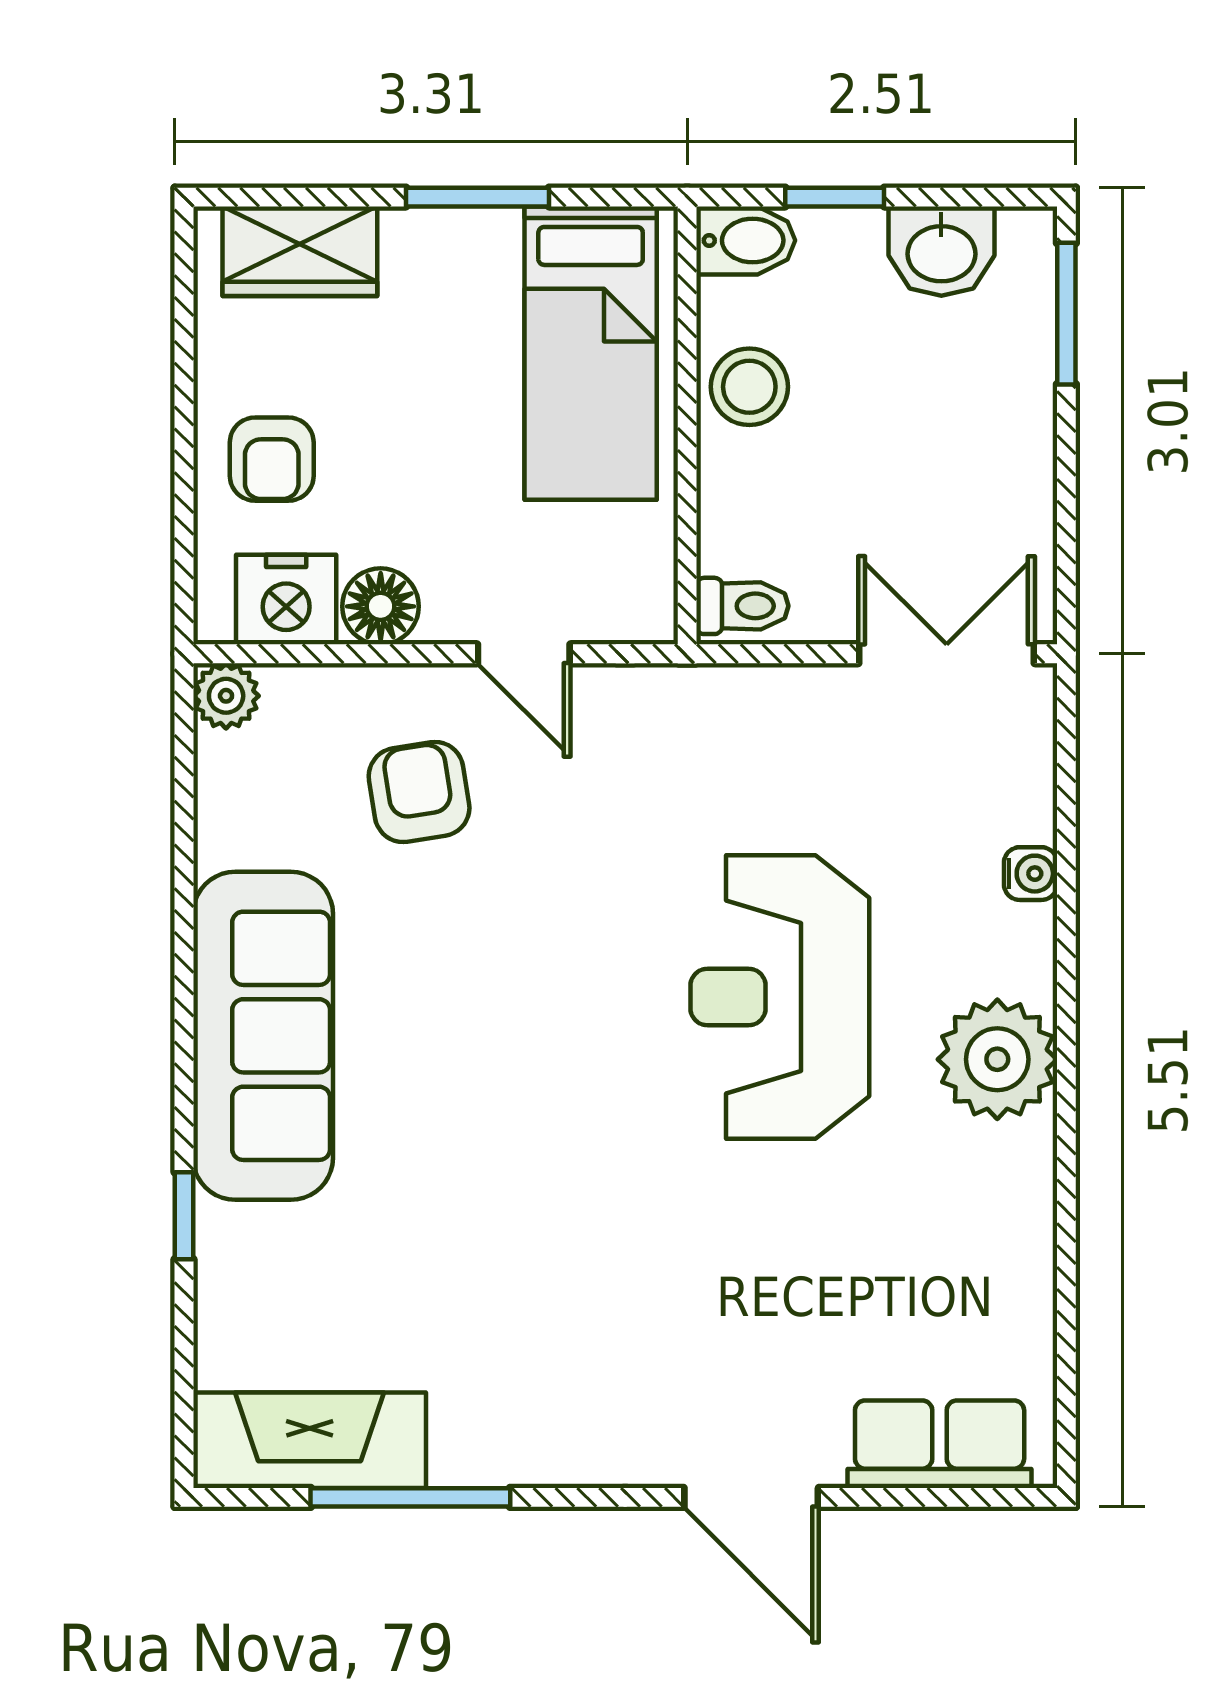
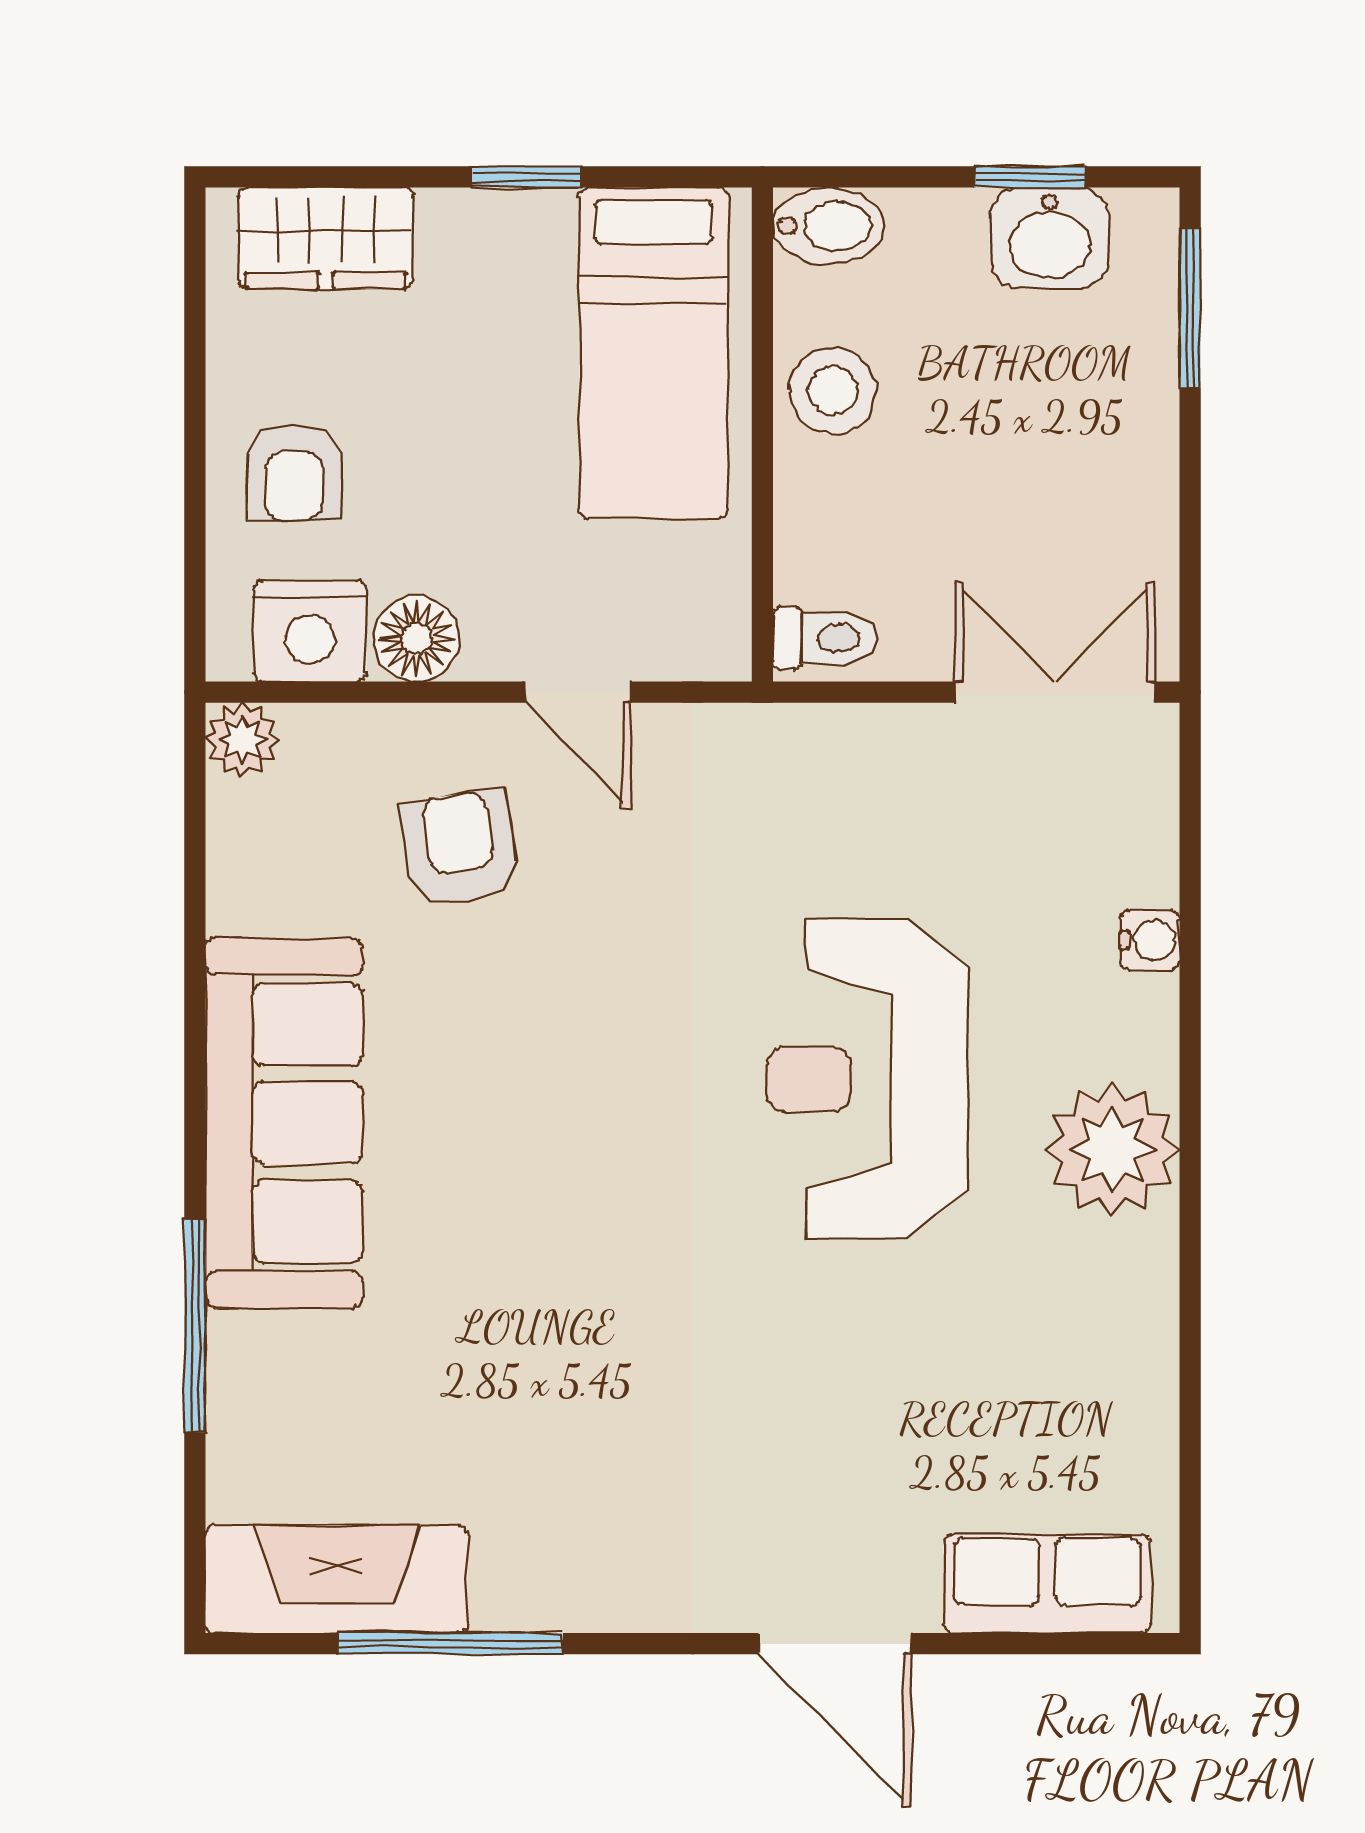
window: (477, 197) -> (526, 177), width x0.67
window: (835, 197) -> (1030, 177), moved
window: (184, 1216) -> (195, 1326), width x2.17

